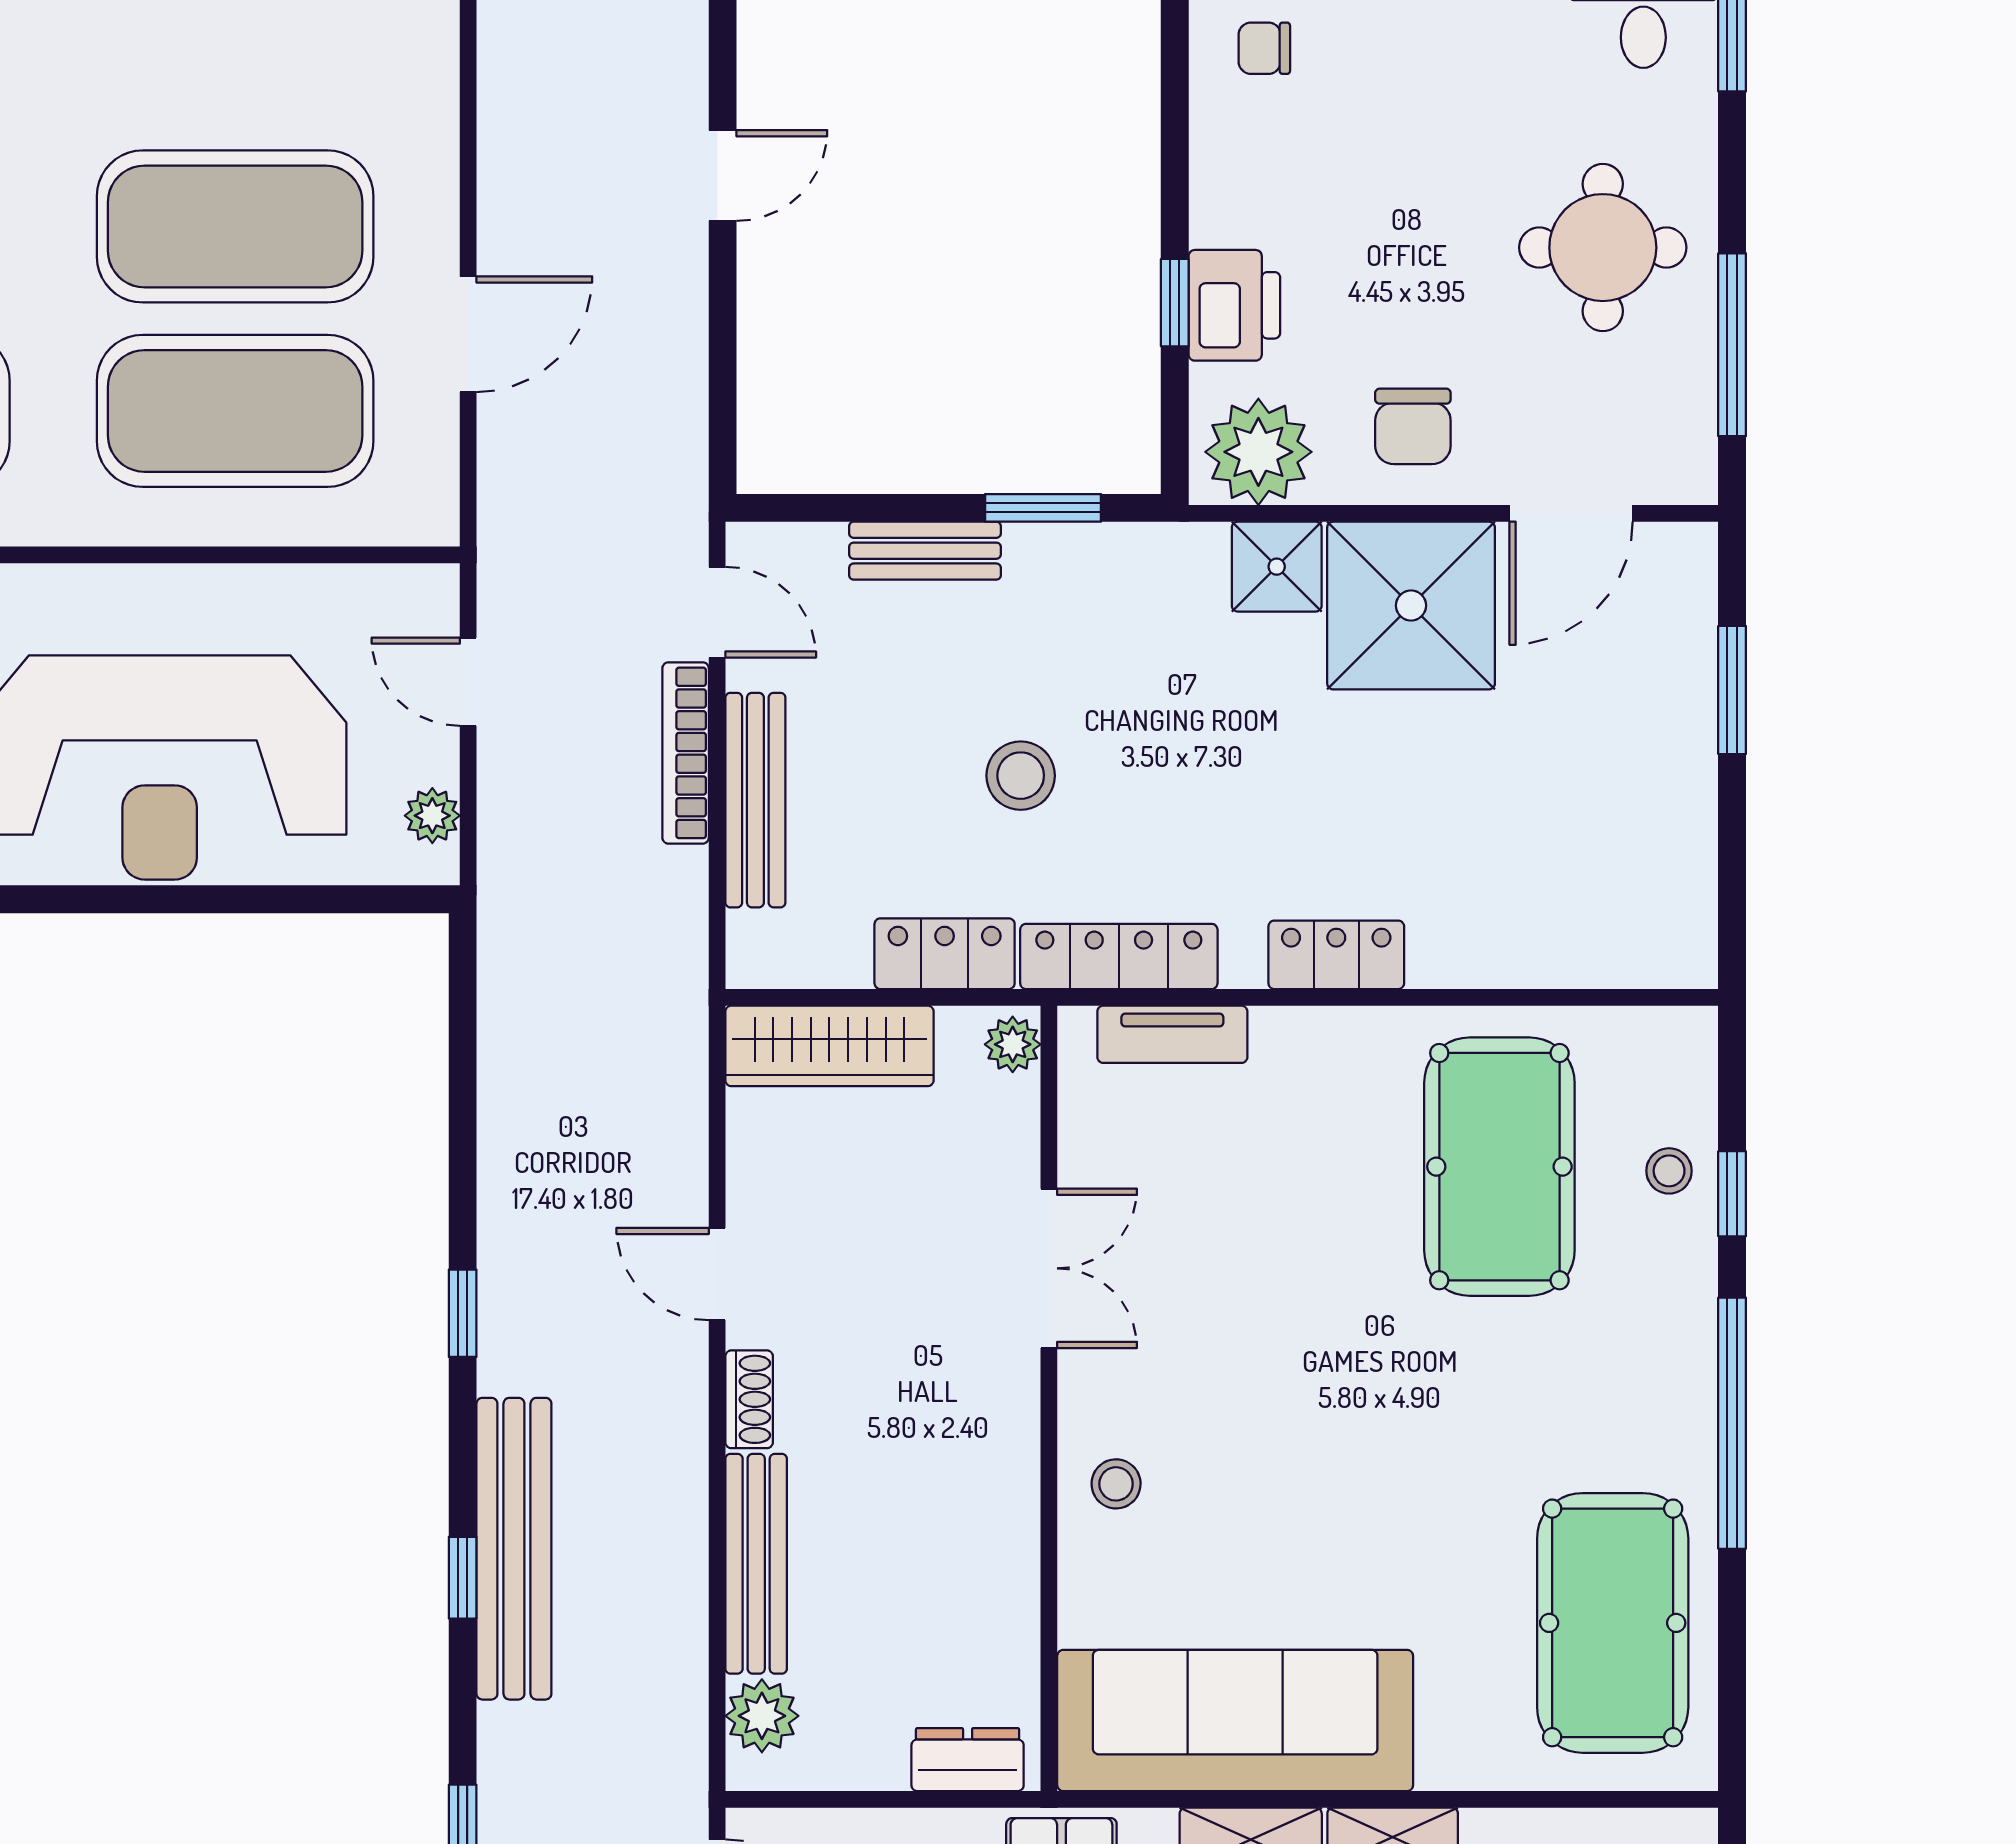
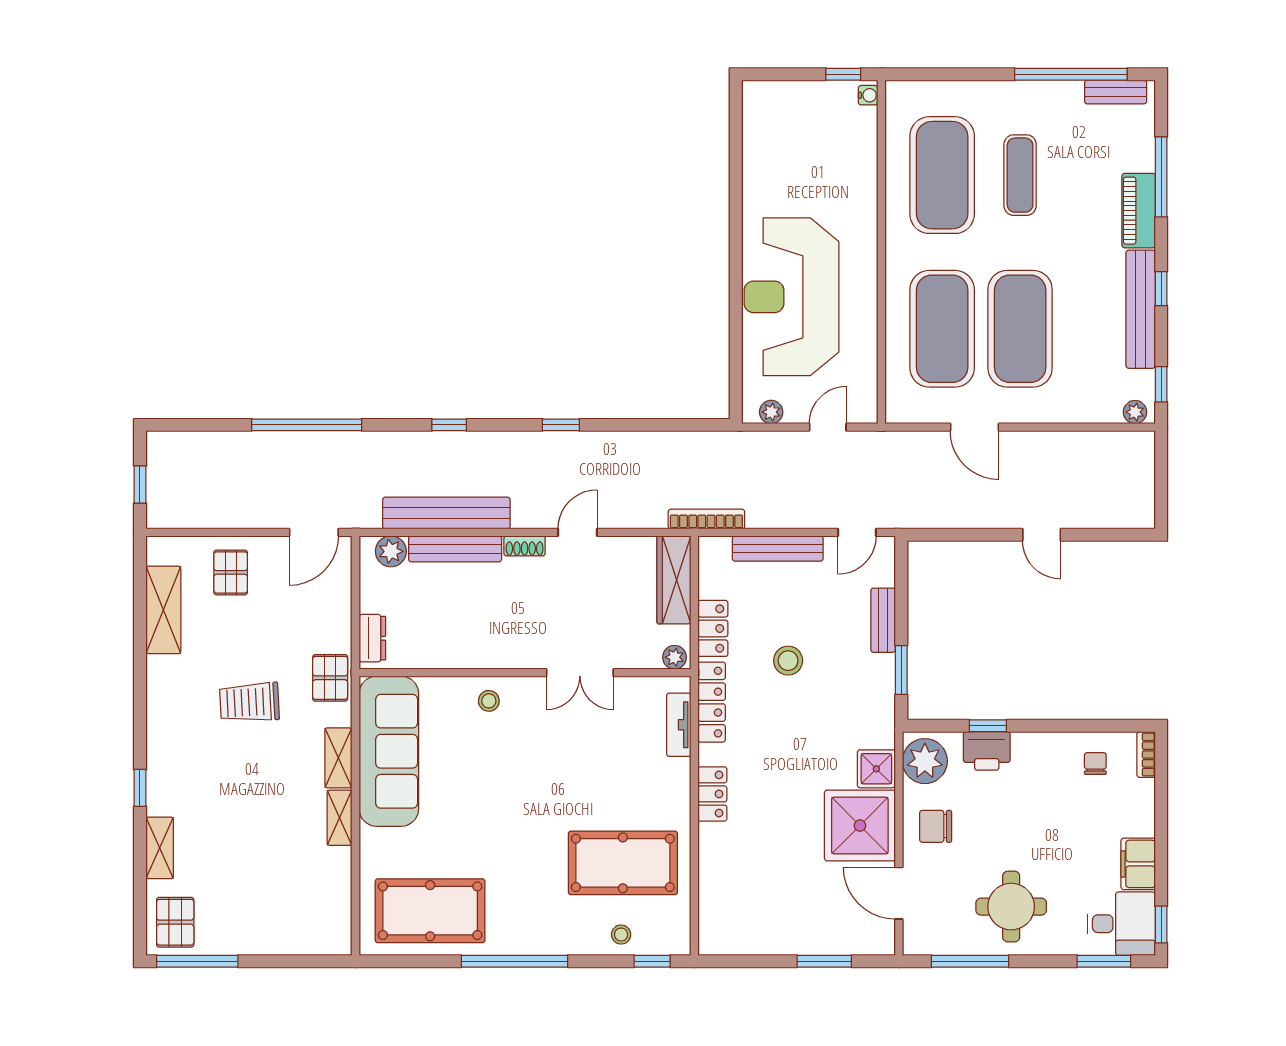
bookcase: (686, 753) -> (706, 519), moved
window: (1732, 1194) -> (652, 961), moved
bench: (514, 1549) -> (446, 513), moved

